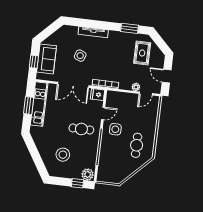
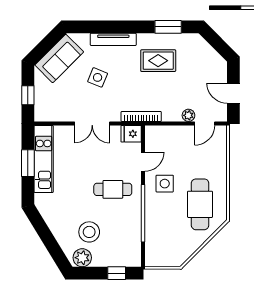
rug: (142, 53) -> (158, 61), moved, turned 90
sofa: (47, 59) -> (59, 58), moved, turned 45
double door: (73, 85) -> (92, 123), width x0.73
cafe table: (137, 145) -> (200, 204), width x1.37, depth x1.35
plant: (88, 174) -> (82, 258), moved

